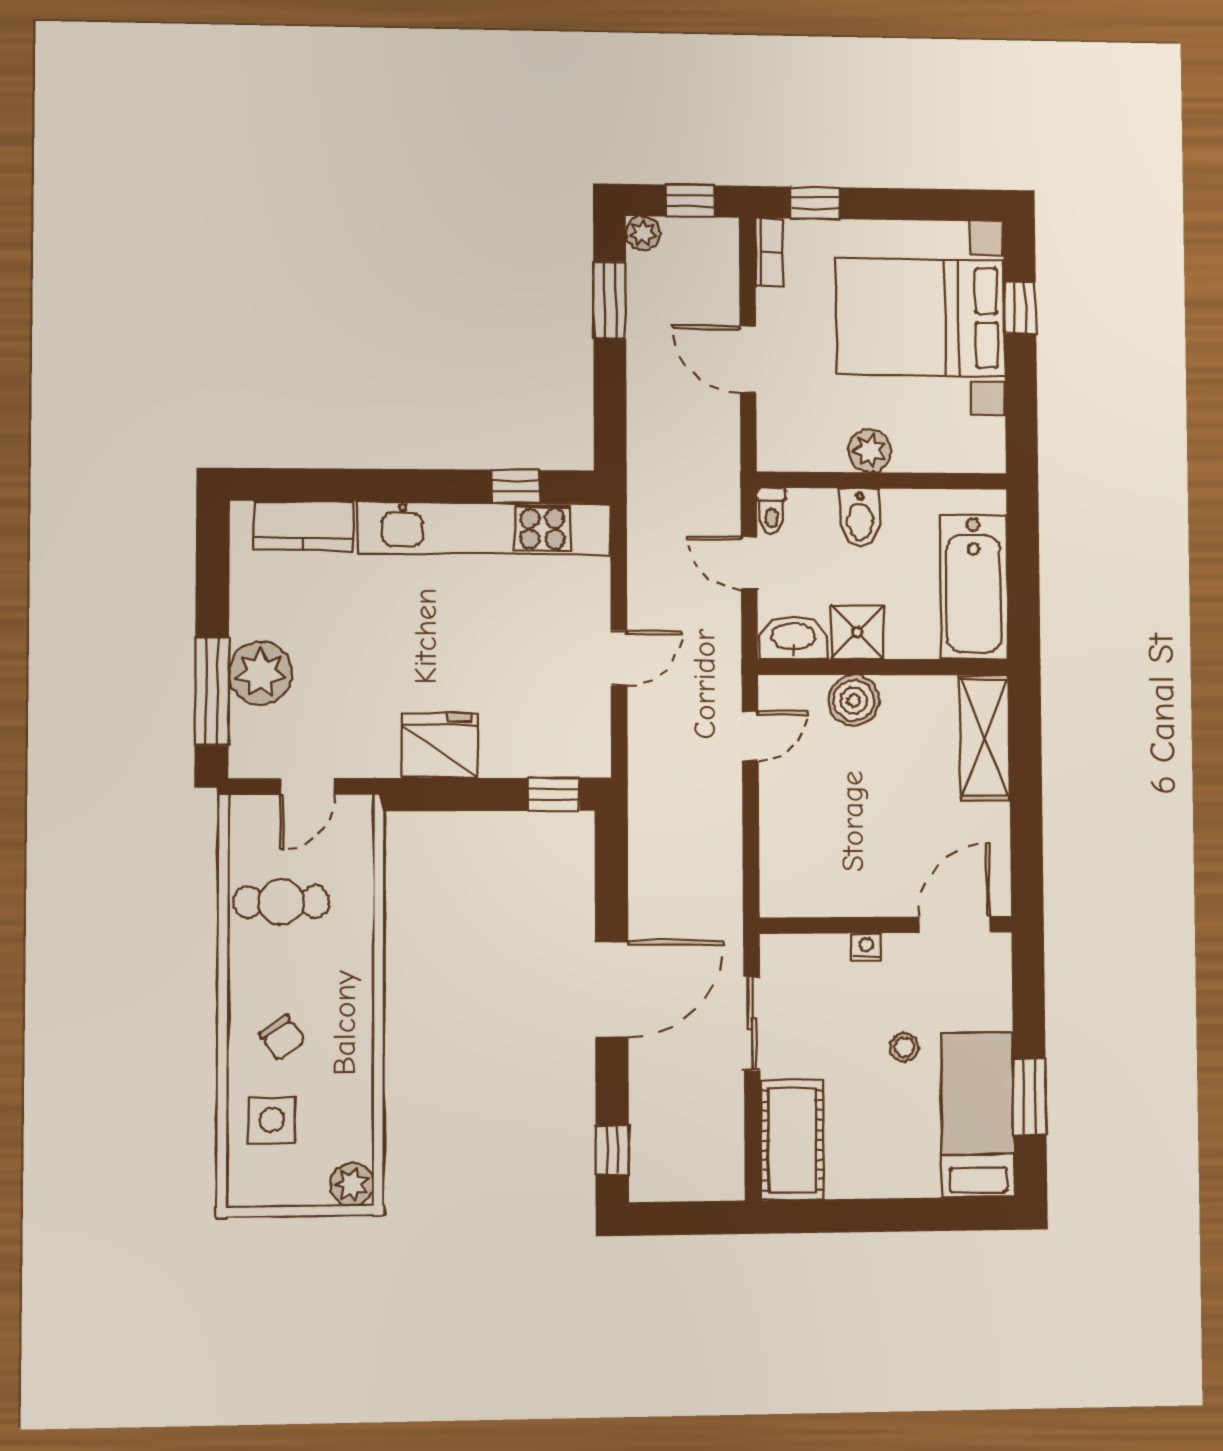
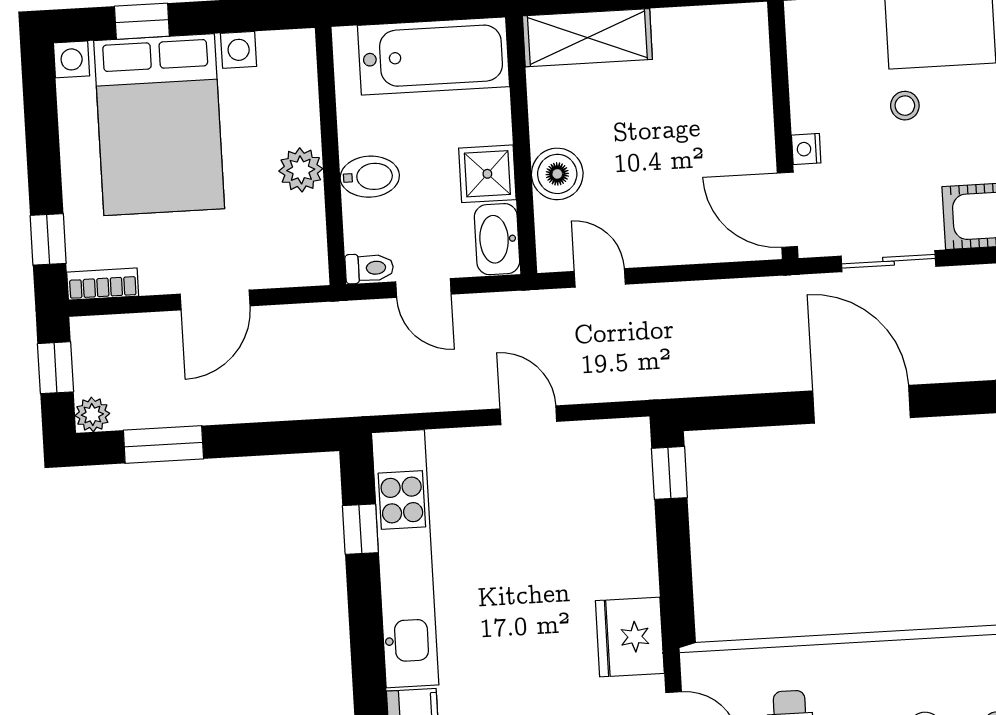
door: (749, 563) -> (423, 288), hinge flipped
fridge: (439, 746) -> (630, 637), moved
door: (954, 925) -> (787, 210), moved

